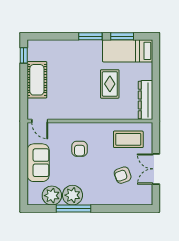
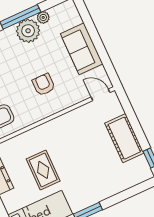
plant: (52, 196) -> (43, 17), width x0.53, depth x0.53

